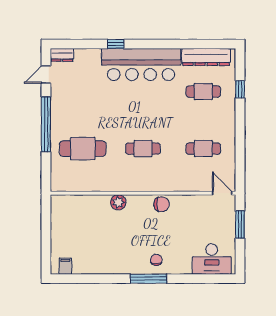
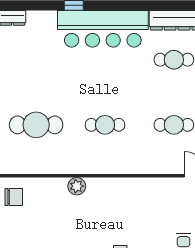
chair: (162, 204) -> (14, 197), moved

